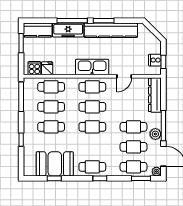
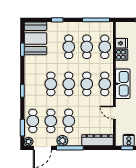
cooker: (34, 68) -> (122, 55), moved
booth: (55, 164) -> (35, 38), moved
cafe table: (92, 167) -> (51, 84), moved

